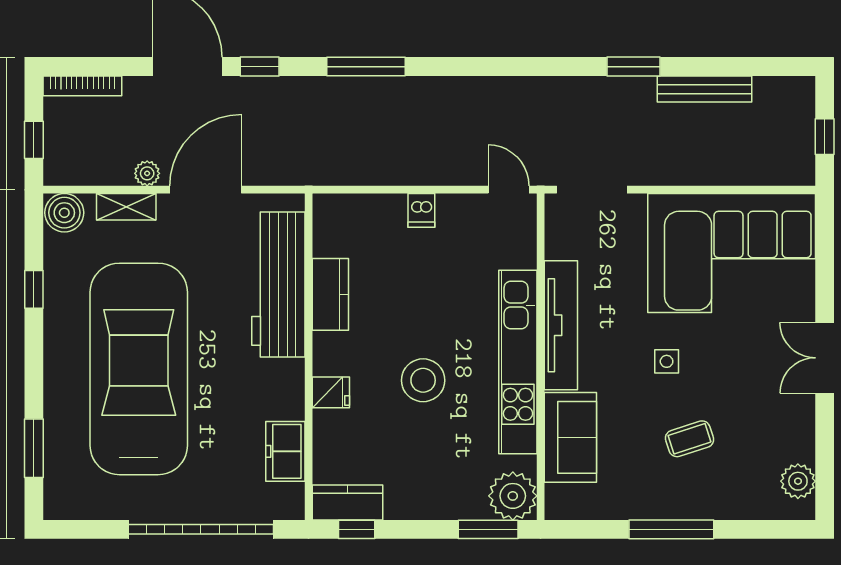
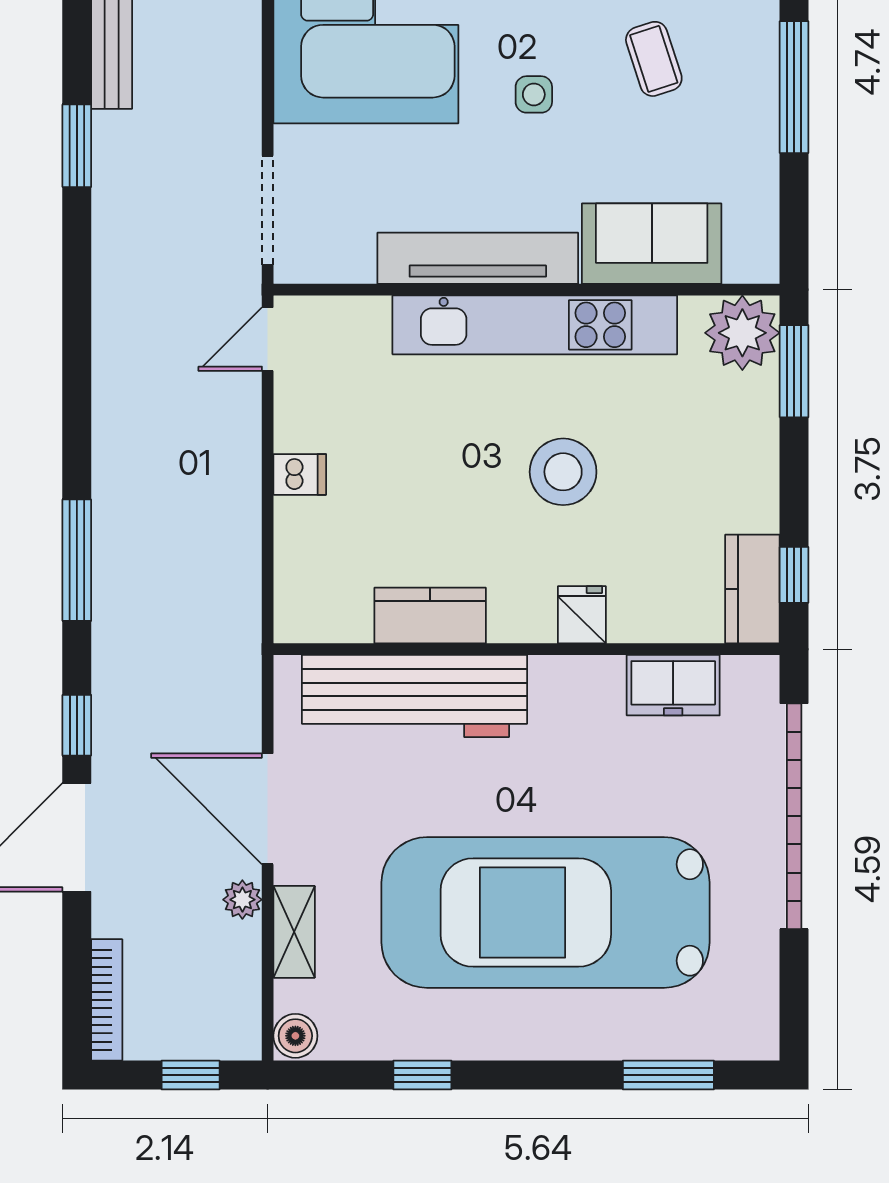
boiler: (64, 213) -> (295, 1036), width x0.73, depth x0.73

